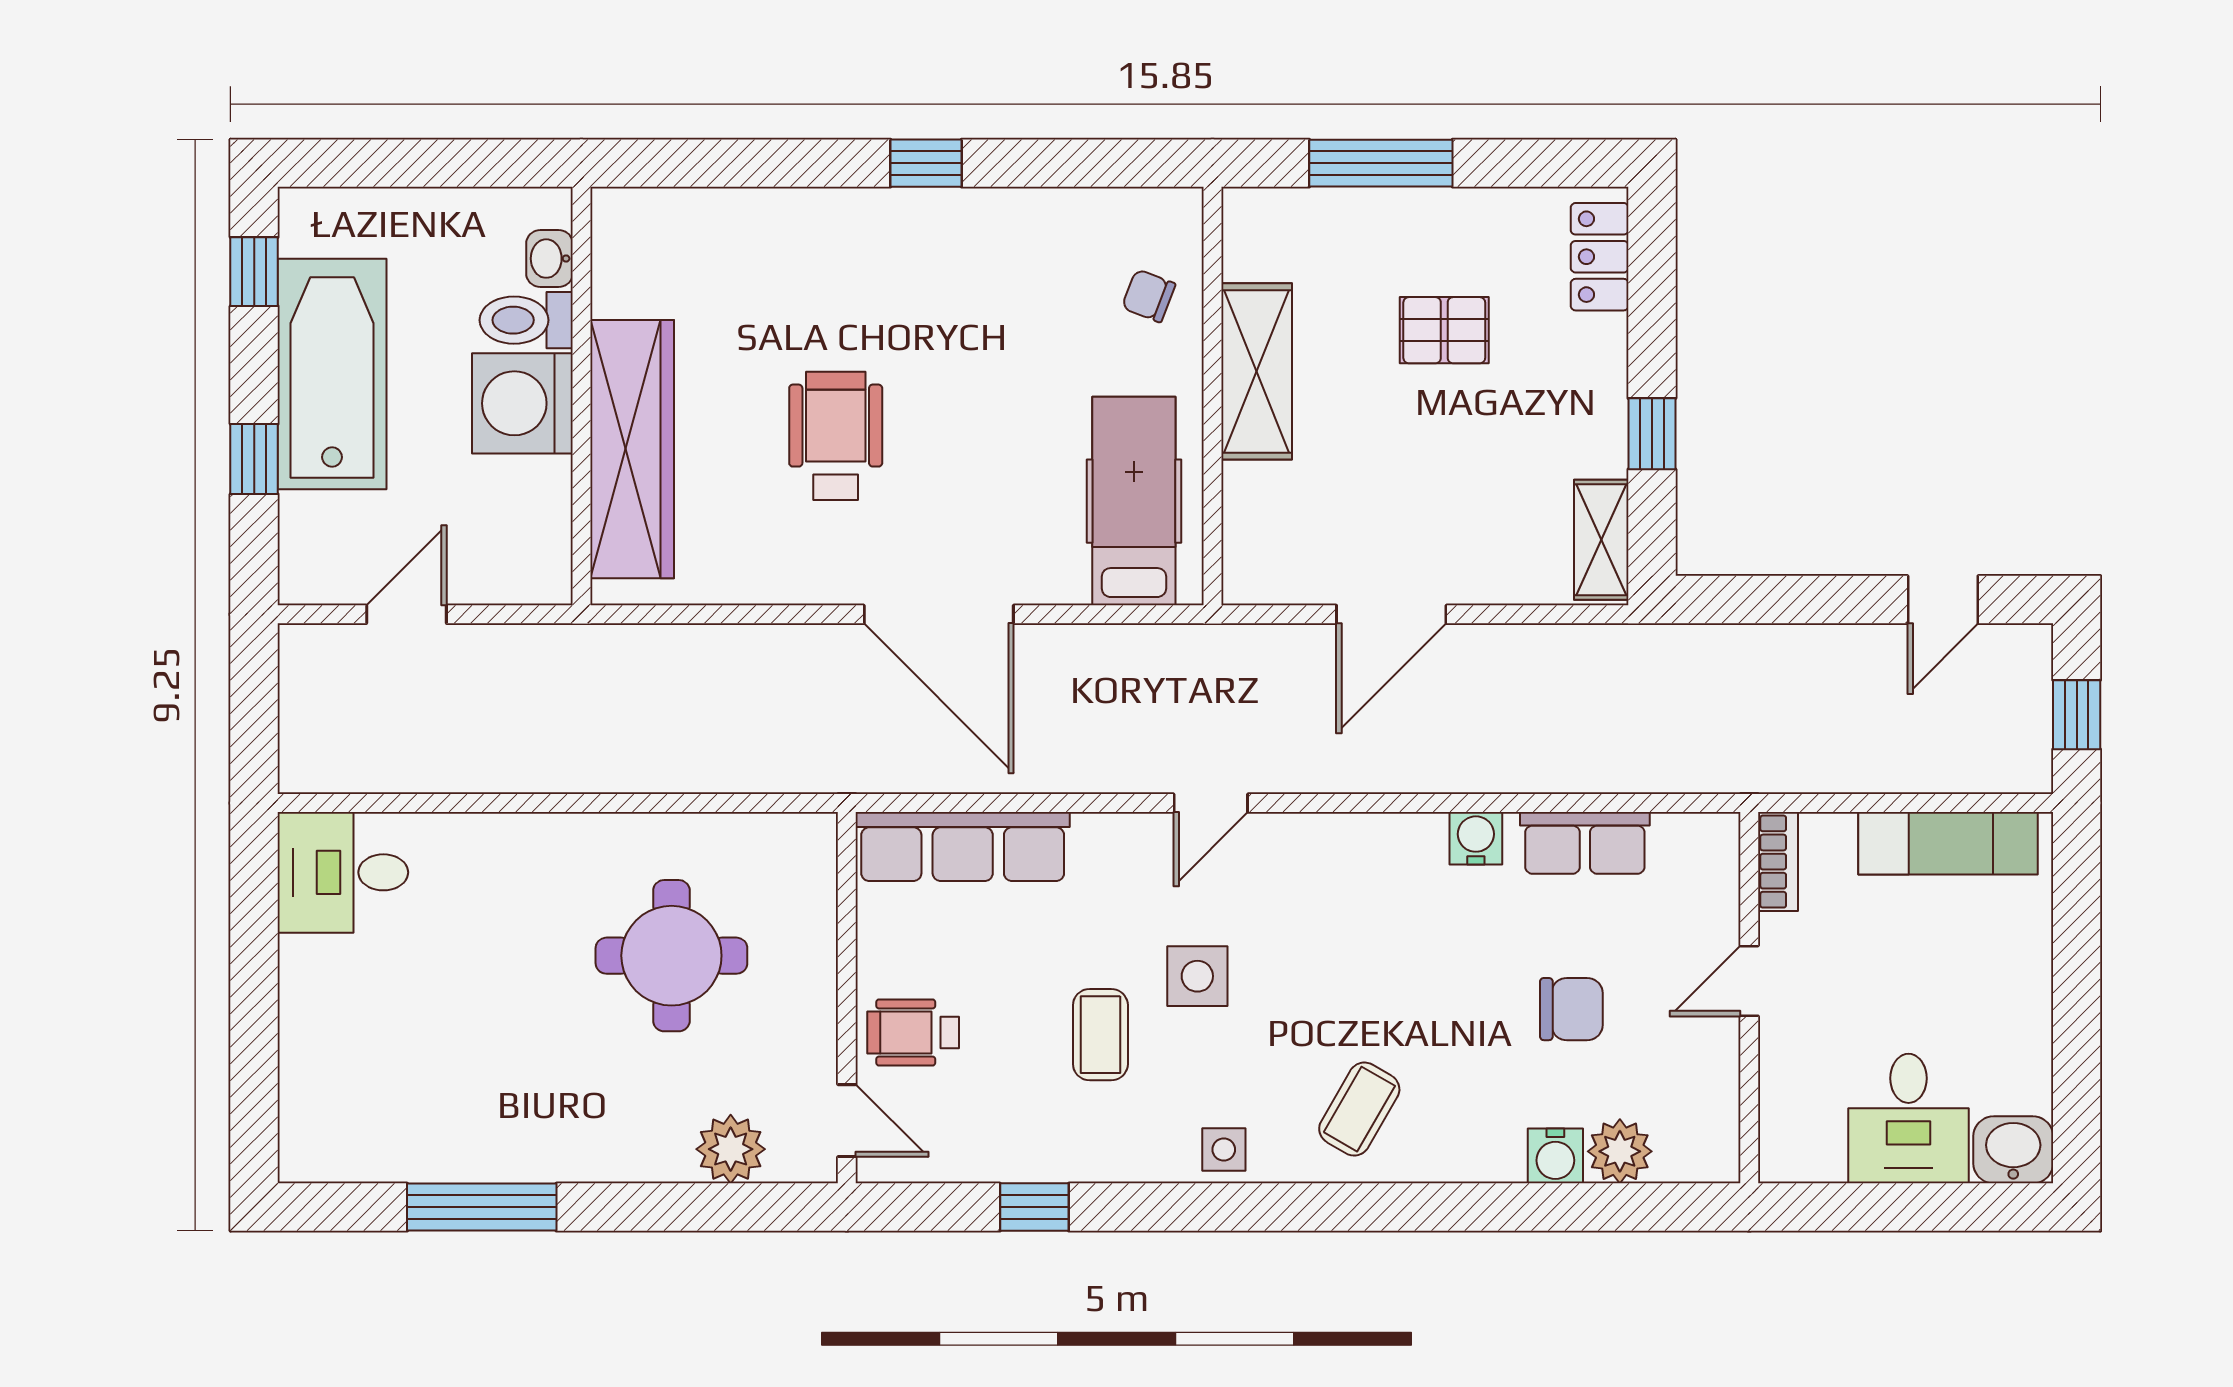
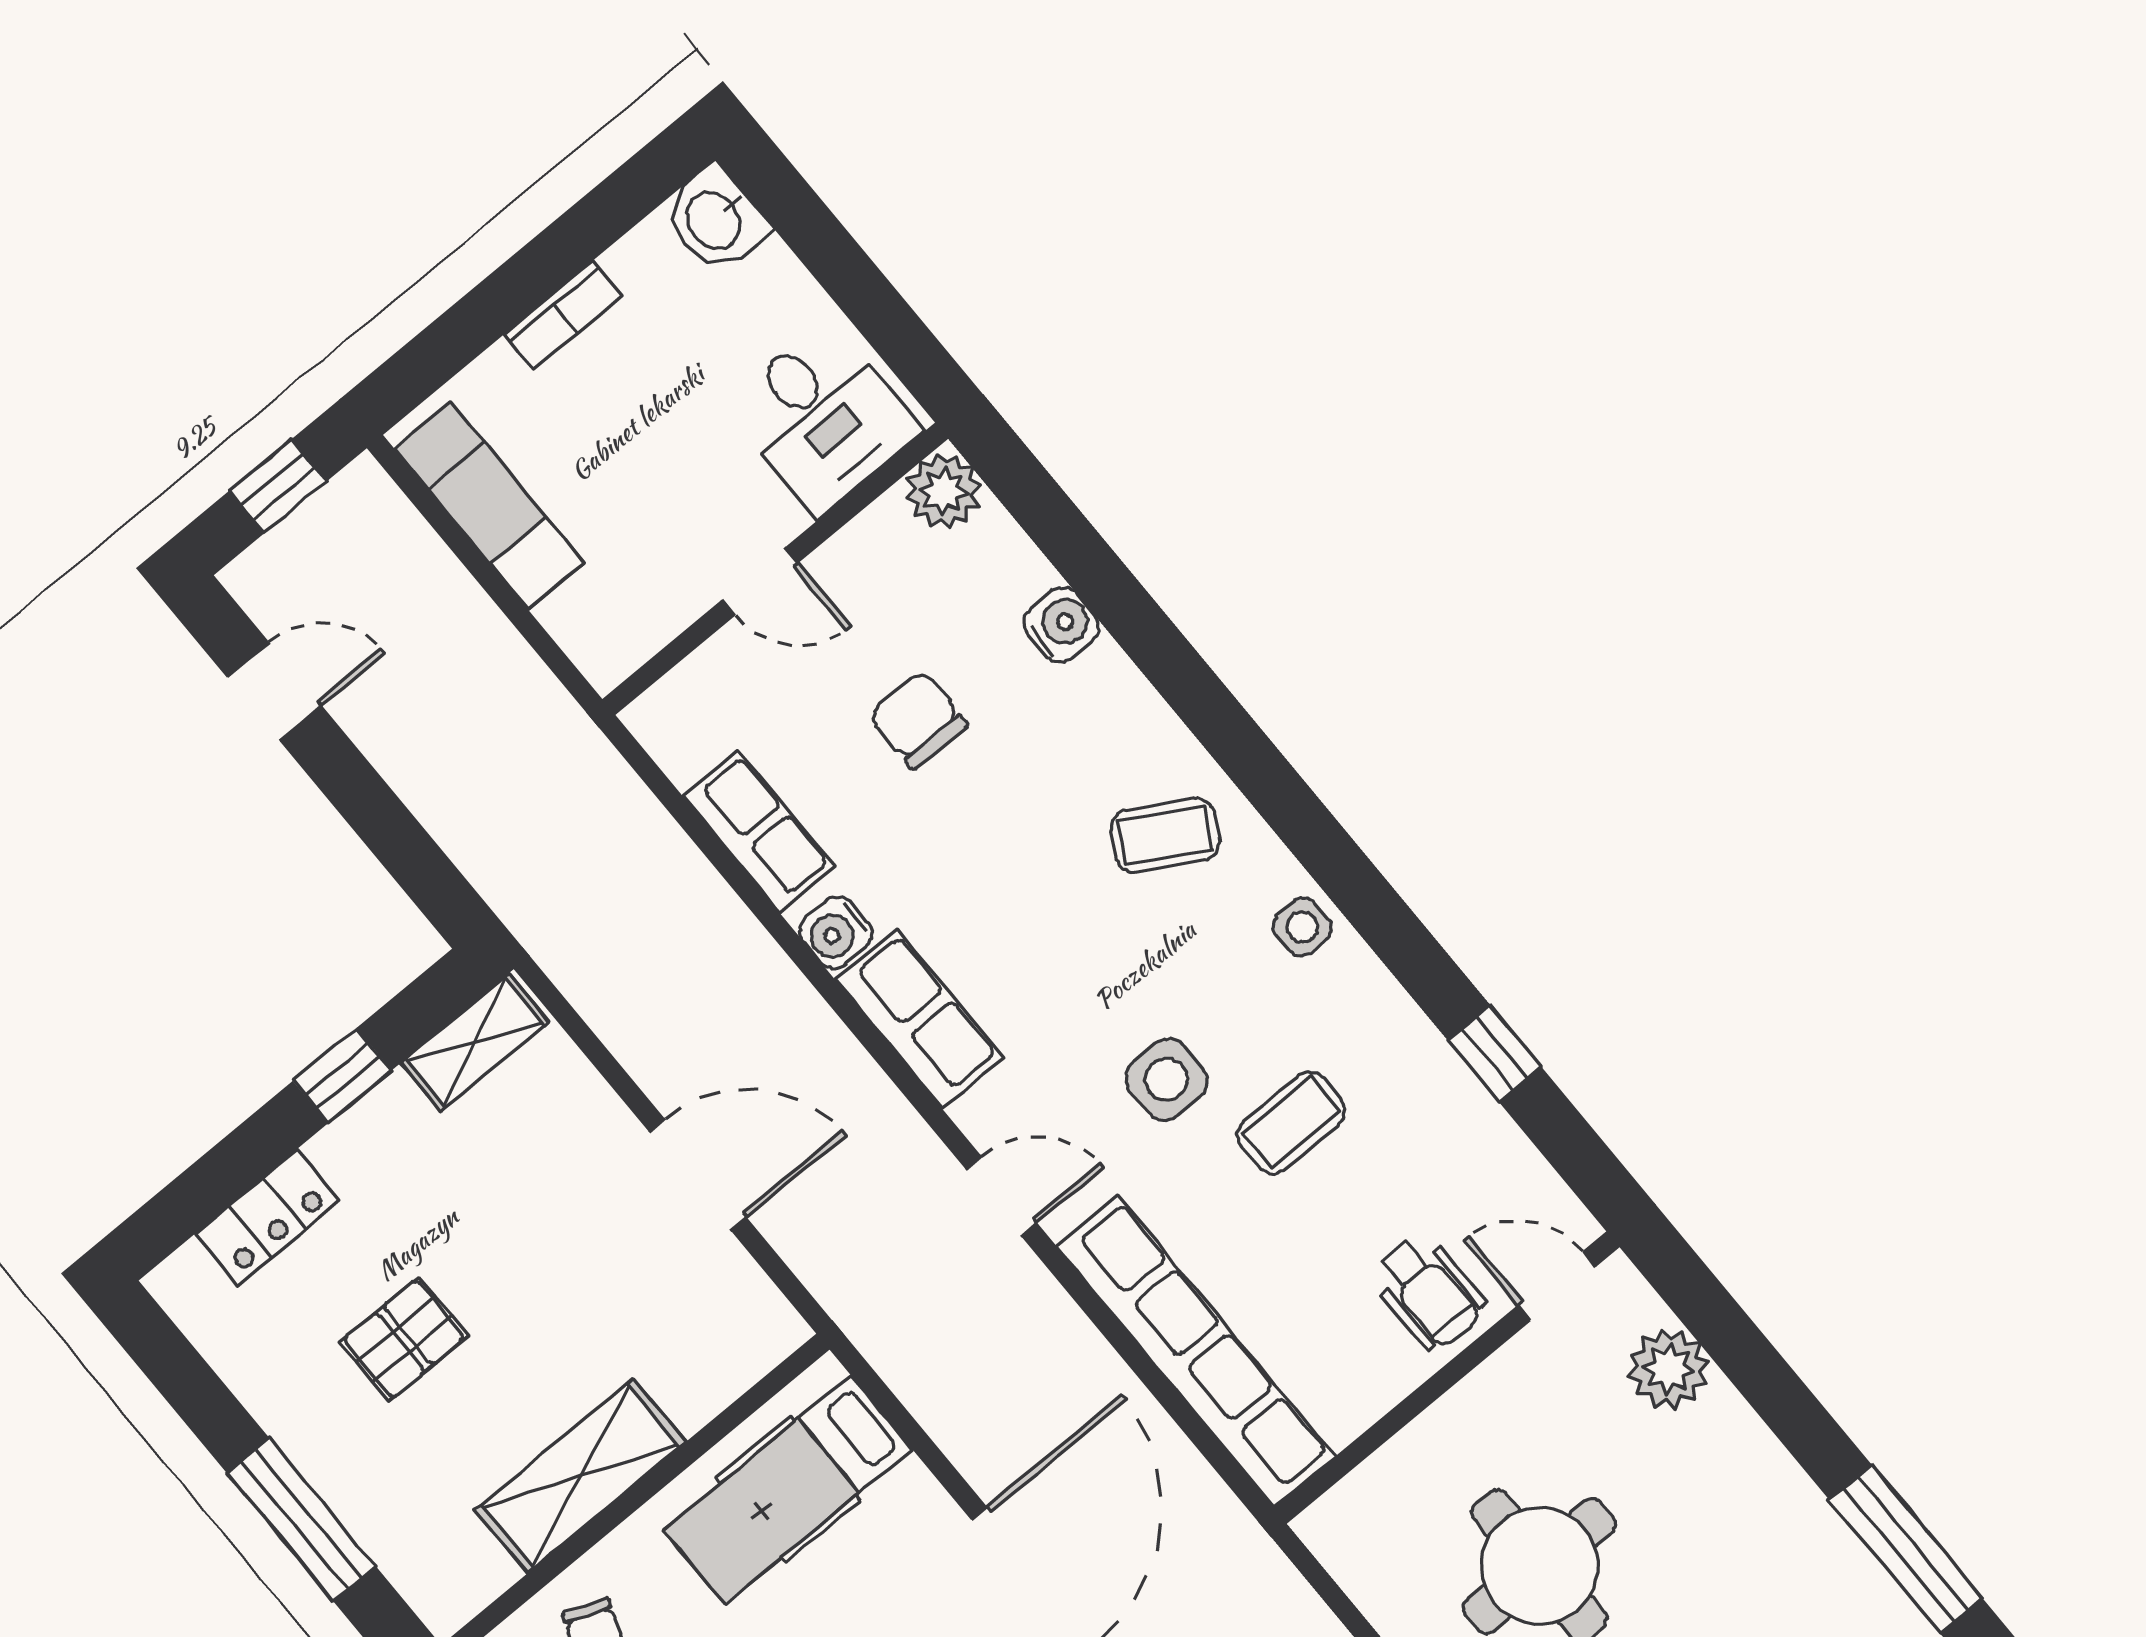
locker: (1600, 257) -> (267, 1217), moved
pallet: (1444, 330) -> (404, 1339), turned 90
row of seats: (1373, 846) -> (919, 1019), added
row of seats: (963, 847) -> (1196, 1351), width x1.36
bookcase: (1778, 862) -> (563, 315), moved, turned 180
desk: (1909, 1119) -> (823, 418), moved, turned 90
door: (847, 1121) -> (1557, 1286), hinge flipped
plant: (1620, 1151) -> (943, 491), moved

